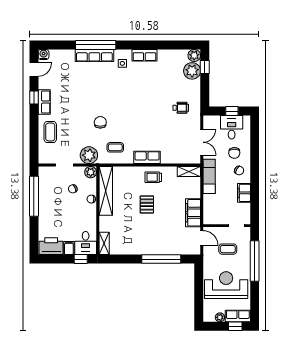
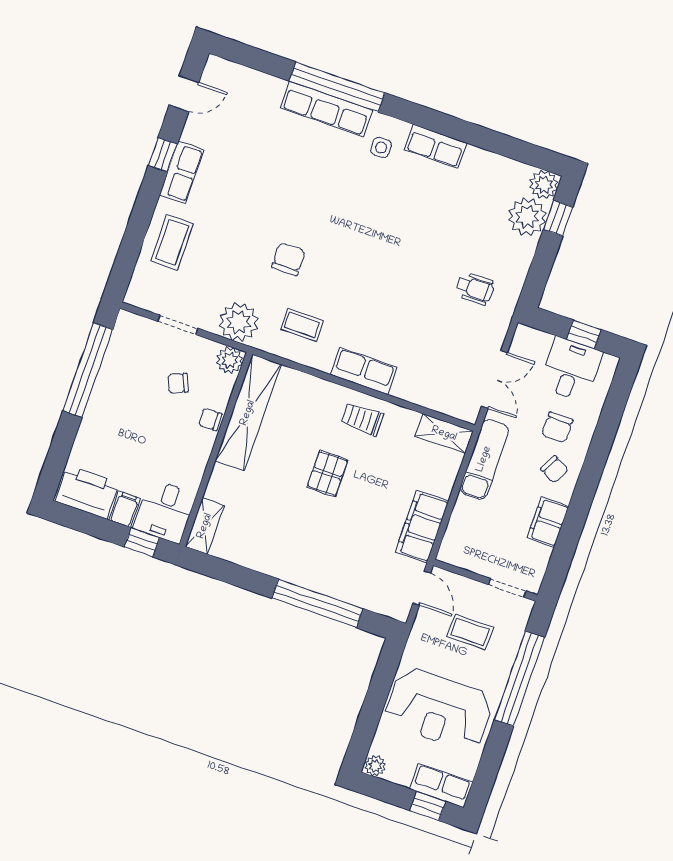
water cooler: (44, 54) -> (216, 68), removed
reception desk: (226, 285) -> (439, 709), turned 180
plant: (220, 317) -> (375, 766), moved

